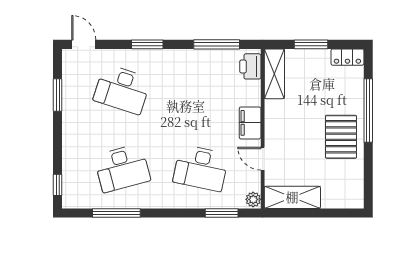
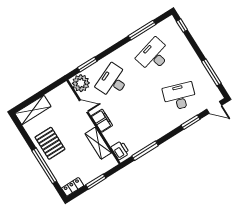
window: (147, 44) -> (190, 122), moved
shelving: (274, 74) -> (98, 143), moved
window: (58, 95) -> (211, 72), width x1.44
desk: (201, 168) -> (113, 81), turned -36
shelving: (292, 197) -> (33, 110), moved
plant: (253, 199) -> (81, 83), width x1.87, depth x1.87

